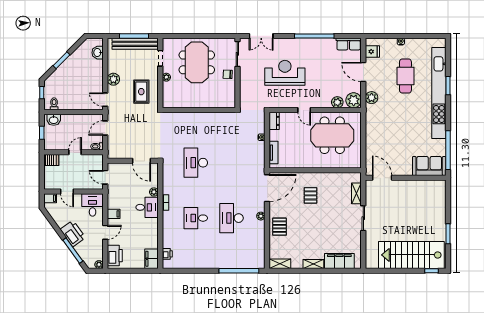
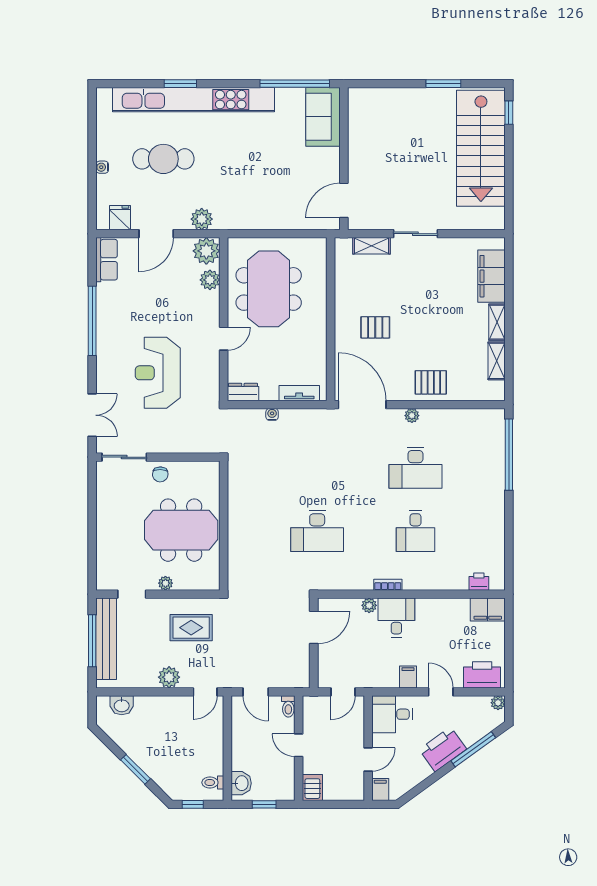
meeting table: (197, 62) -> (181, 530), moved
shelving: (280, 264) -> (497, 361), moved

